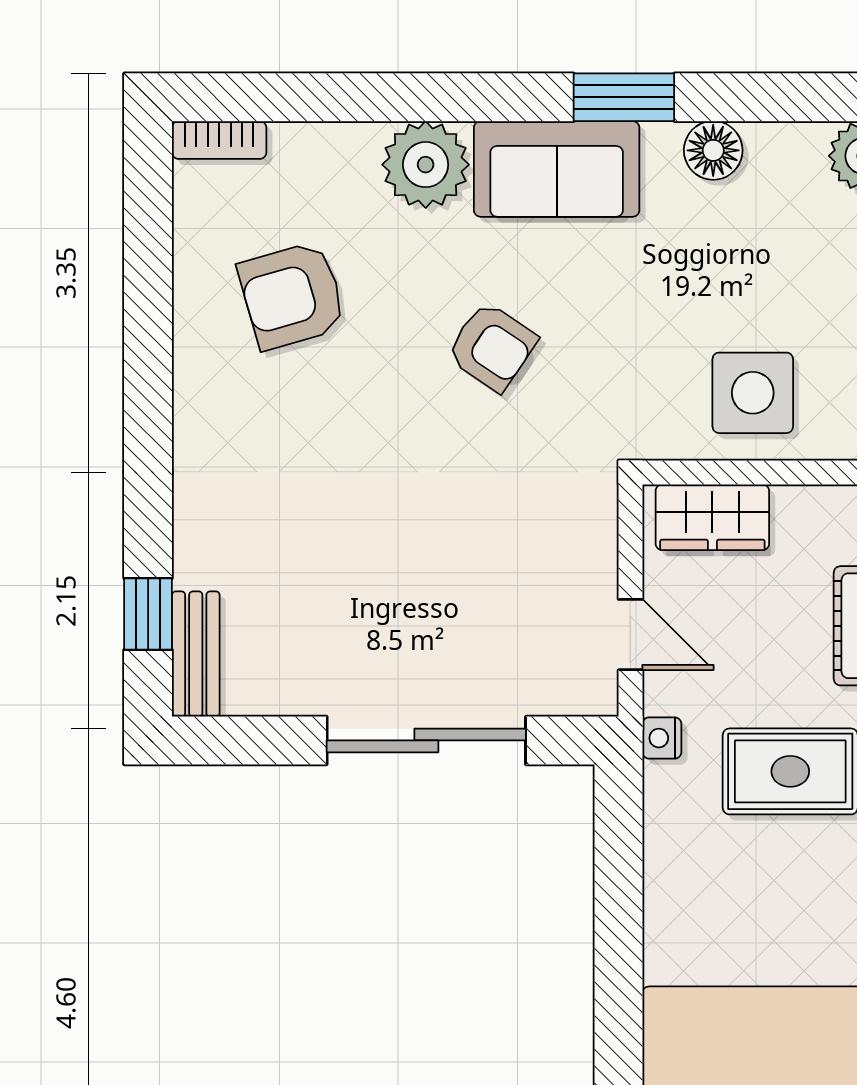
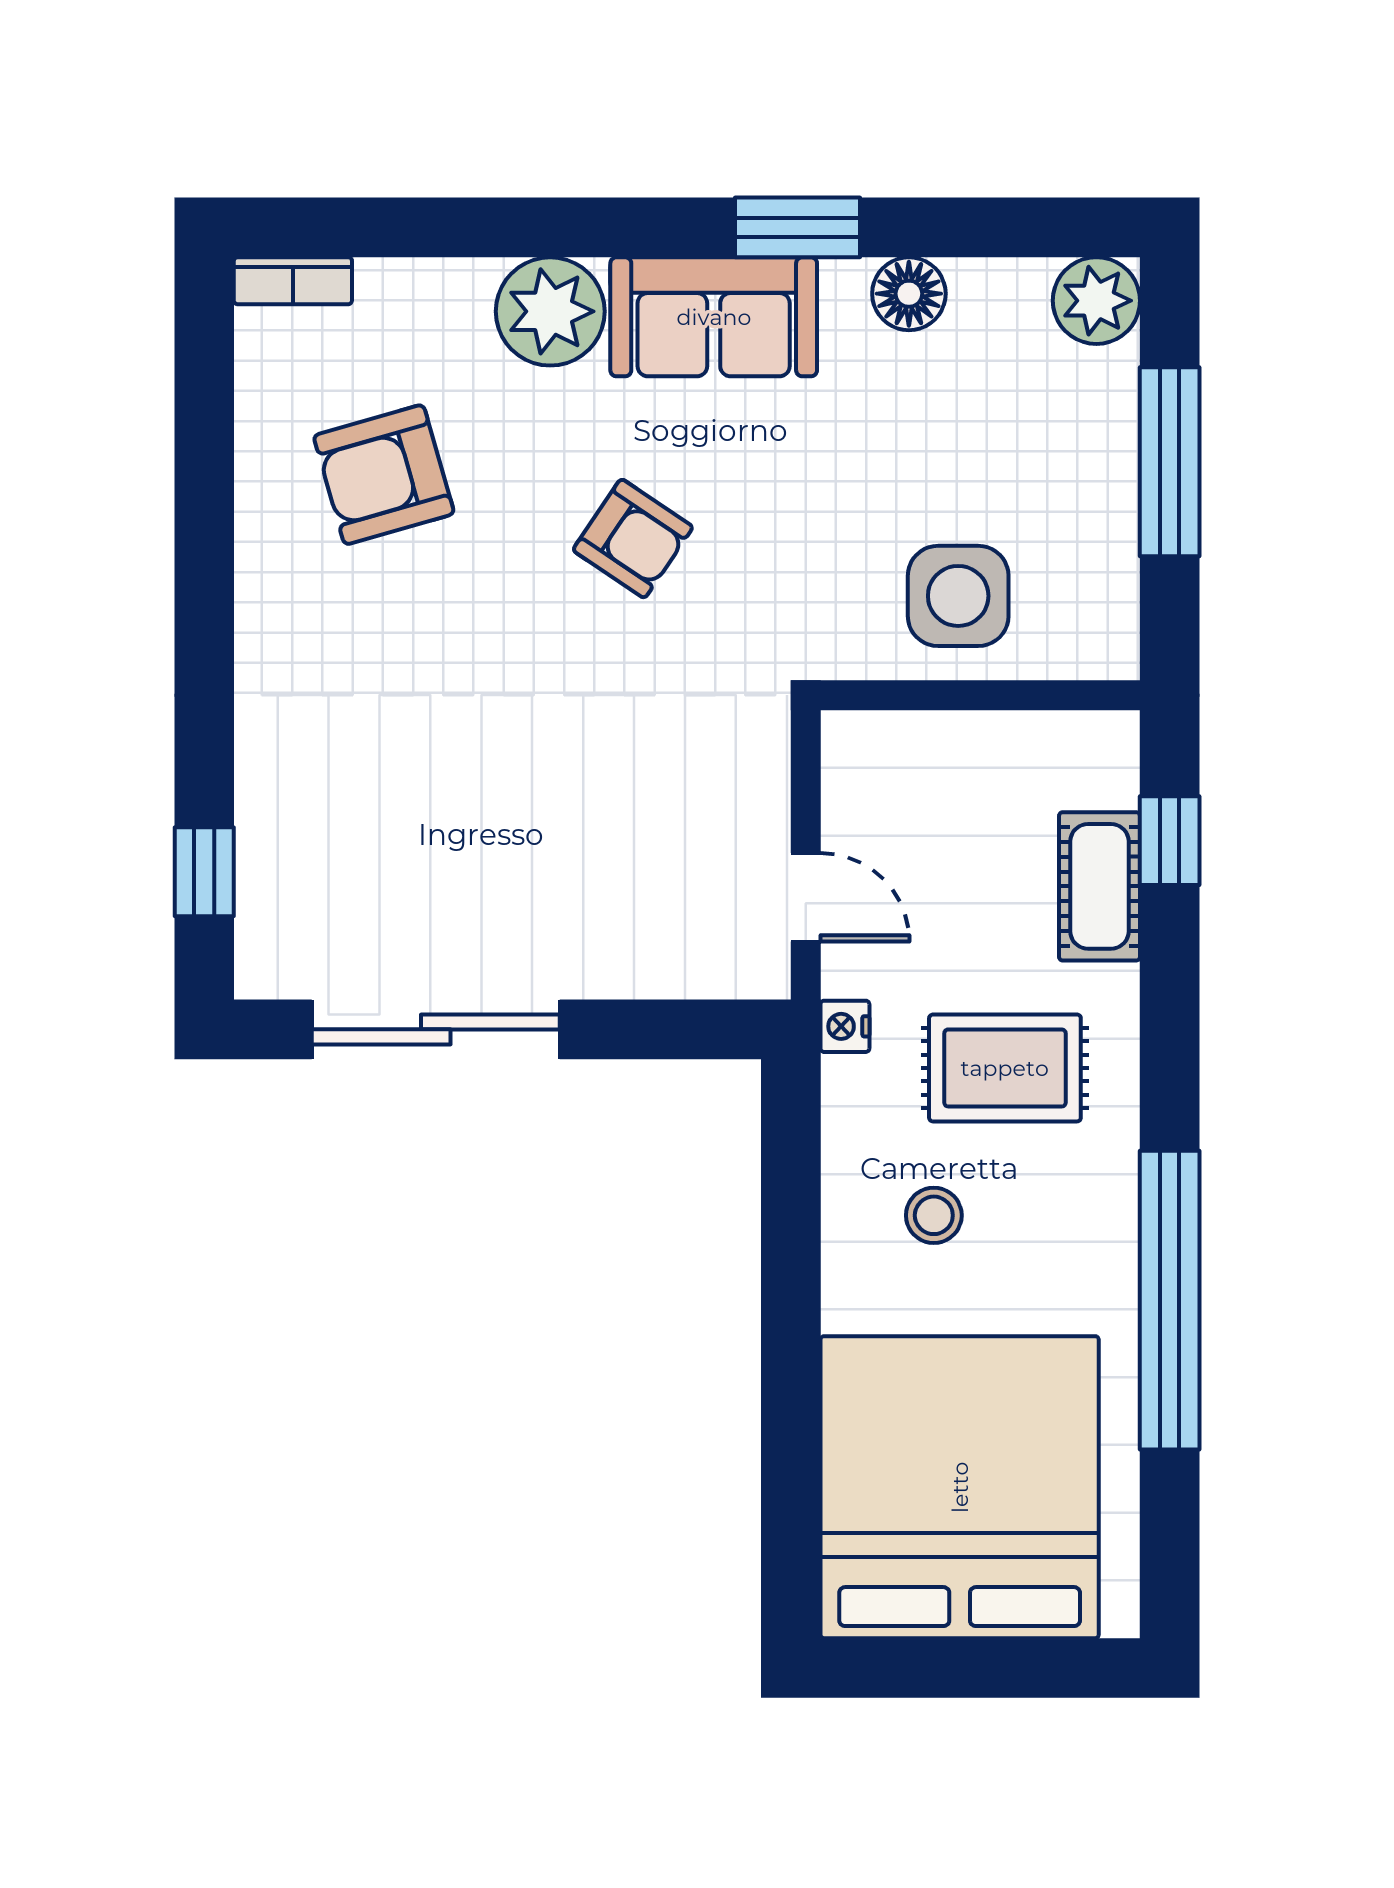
wardrobe: (712, 517) -> (908, 751), removed
bench: (196, 654) -> (264, 922), removed
sliding door: (426, 740) -> (436, 1029), moved
stool: (733, 890) -> (934, 1215), added

